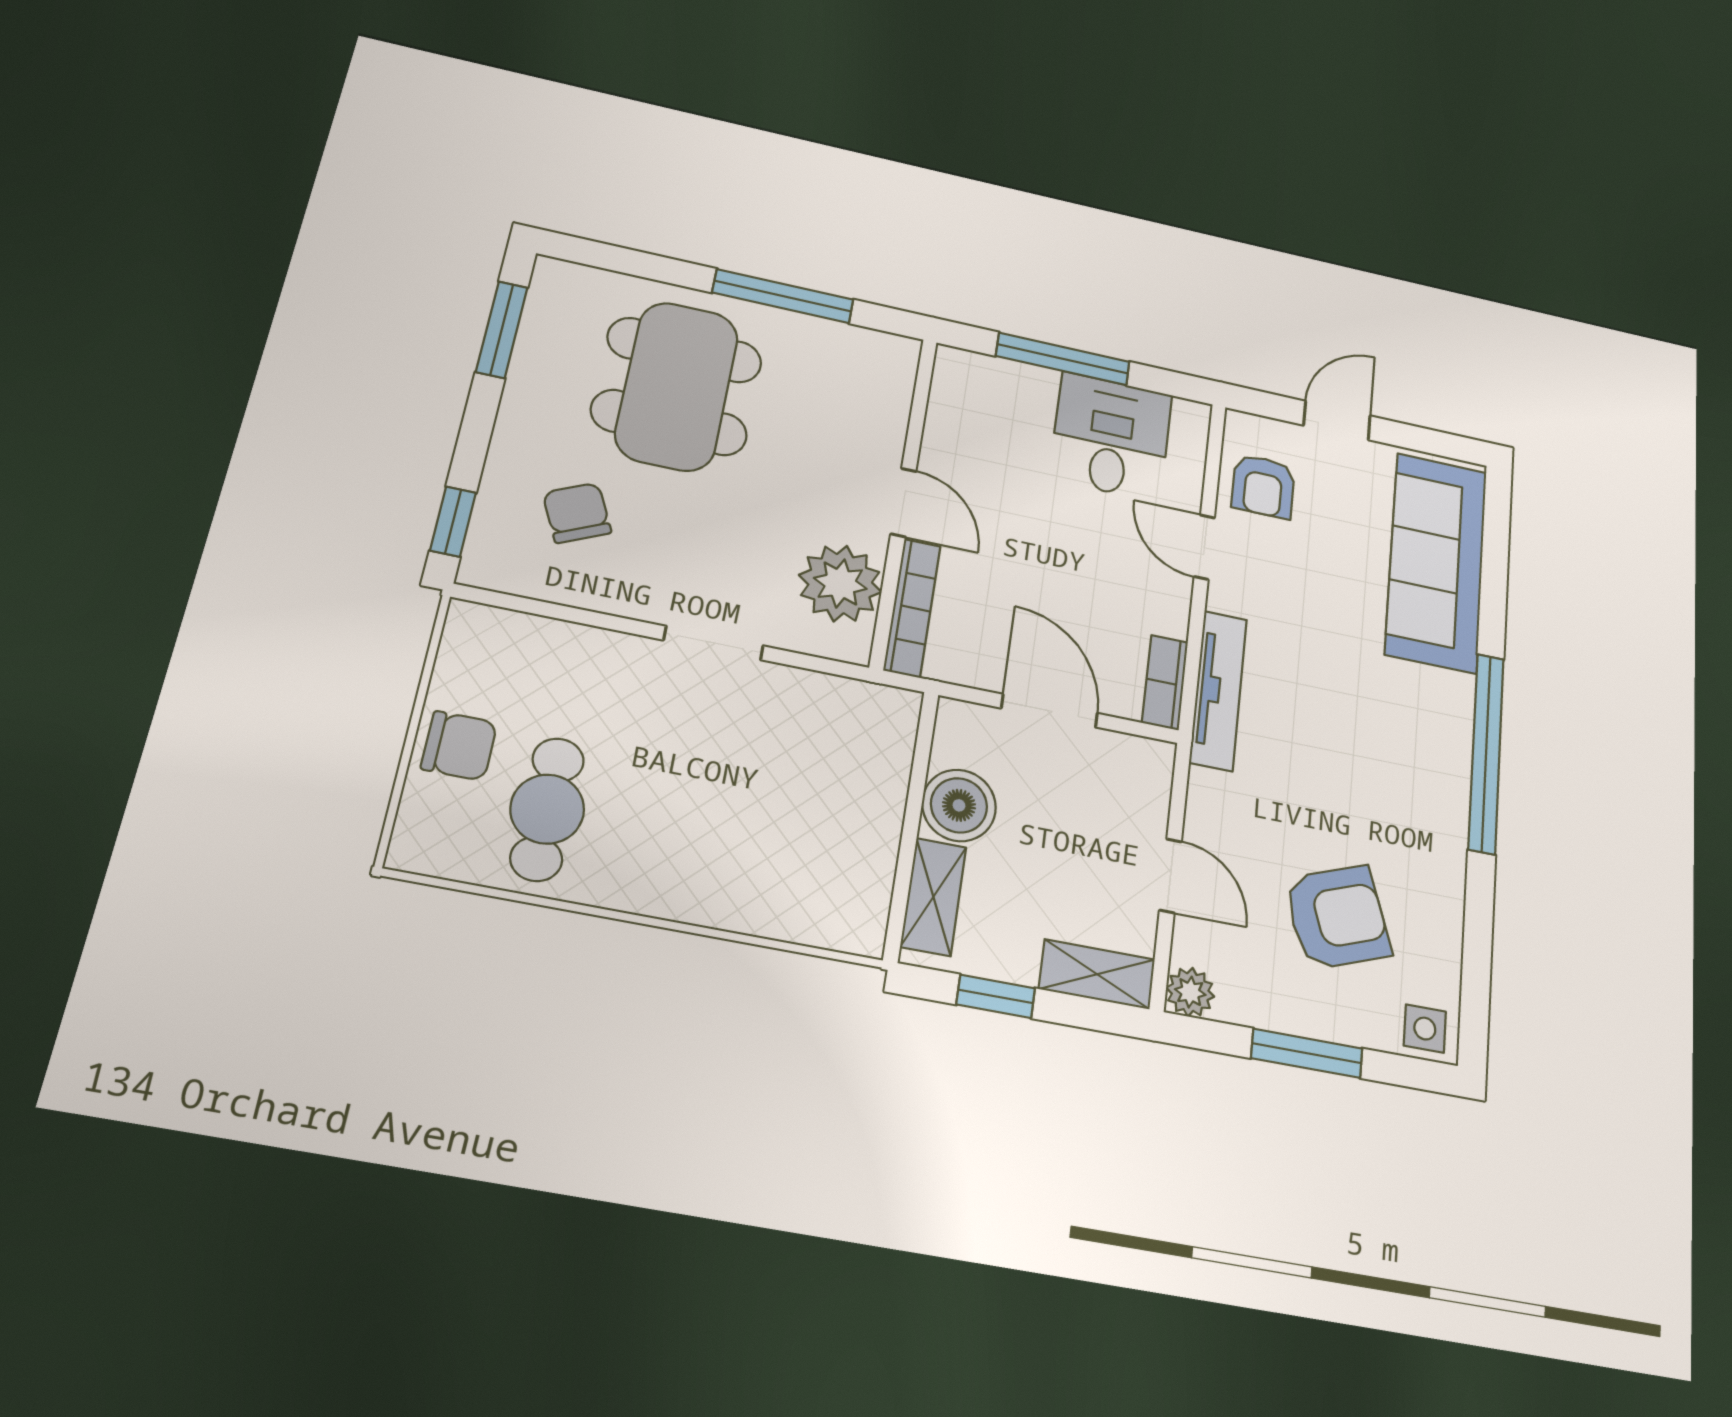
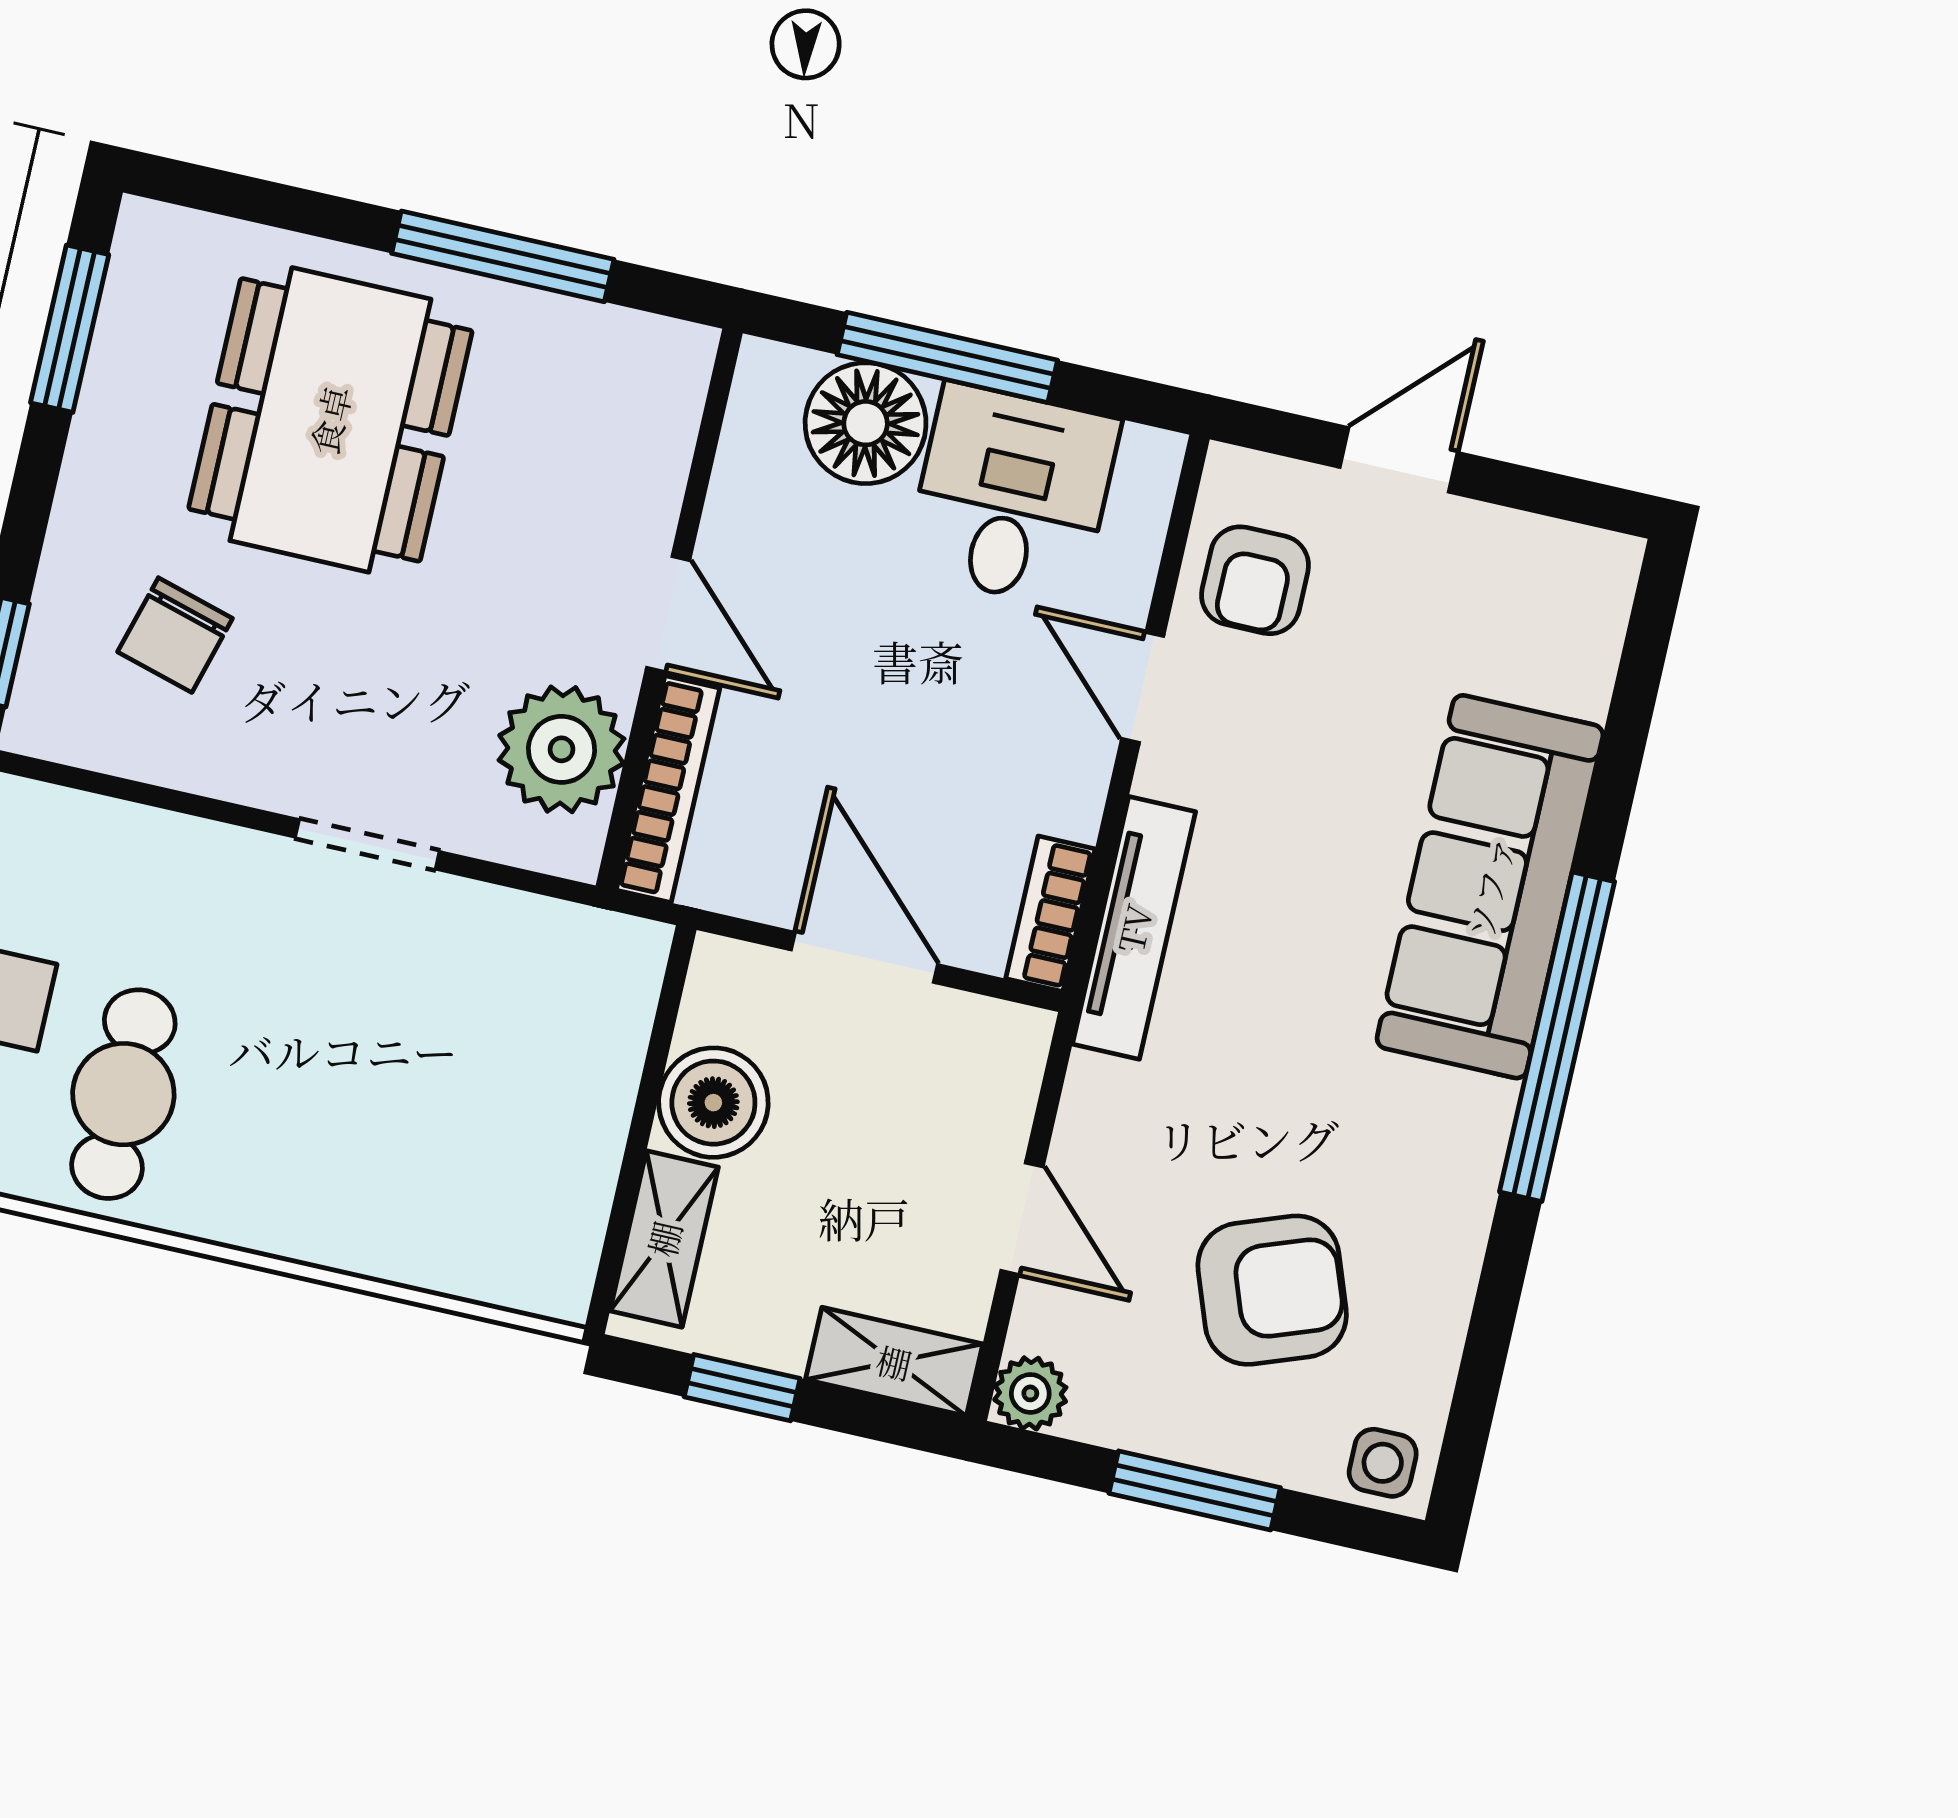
floor lamp: (1017, 394) -> (866, 423), added
chair: (577, 513) -> (175, 635), turned -139
sofa: (1436, 562) -> (1490, 887), moved

